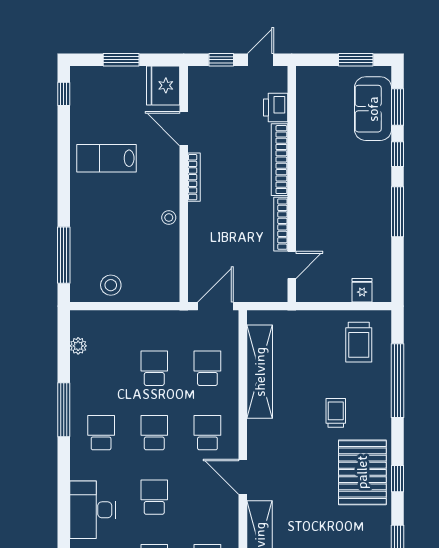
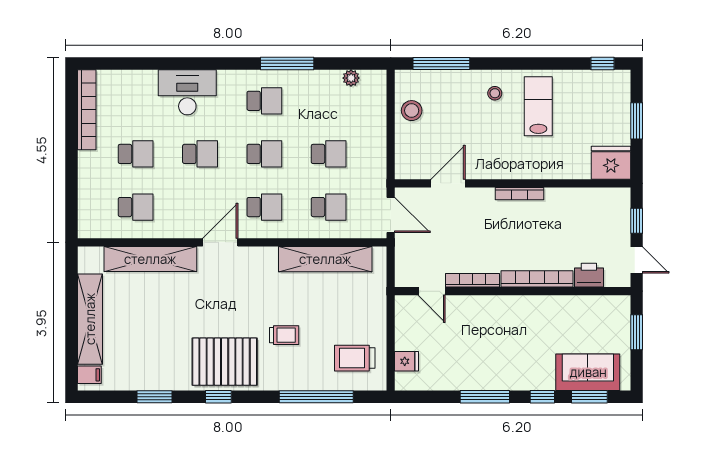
window: (356, 60) -> (637, 332), moved
door: (184, 129) -> (448, 183), moved
stool: (169, 218) -> (495, 93), moved

